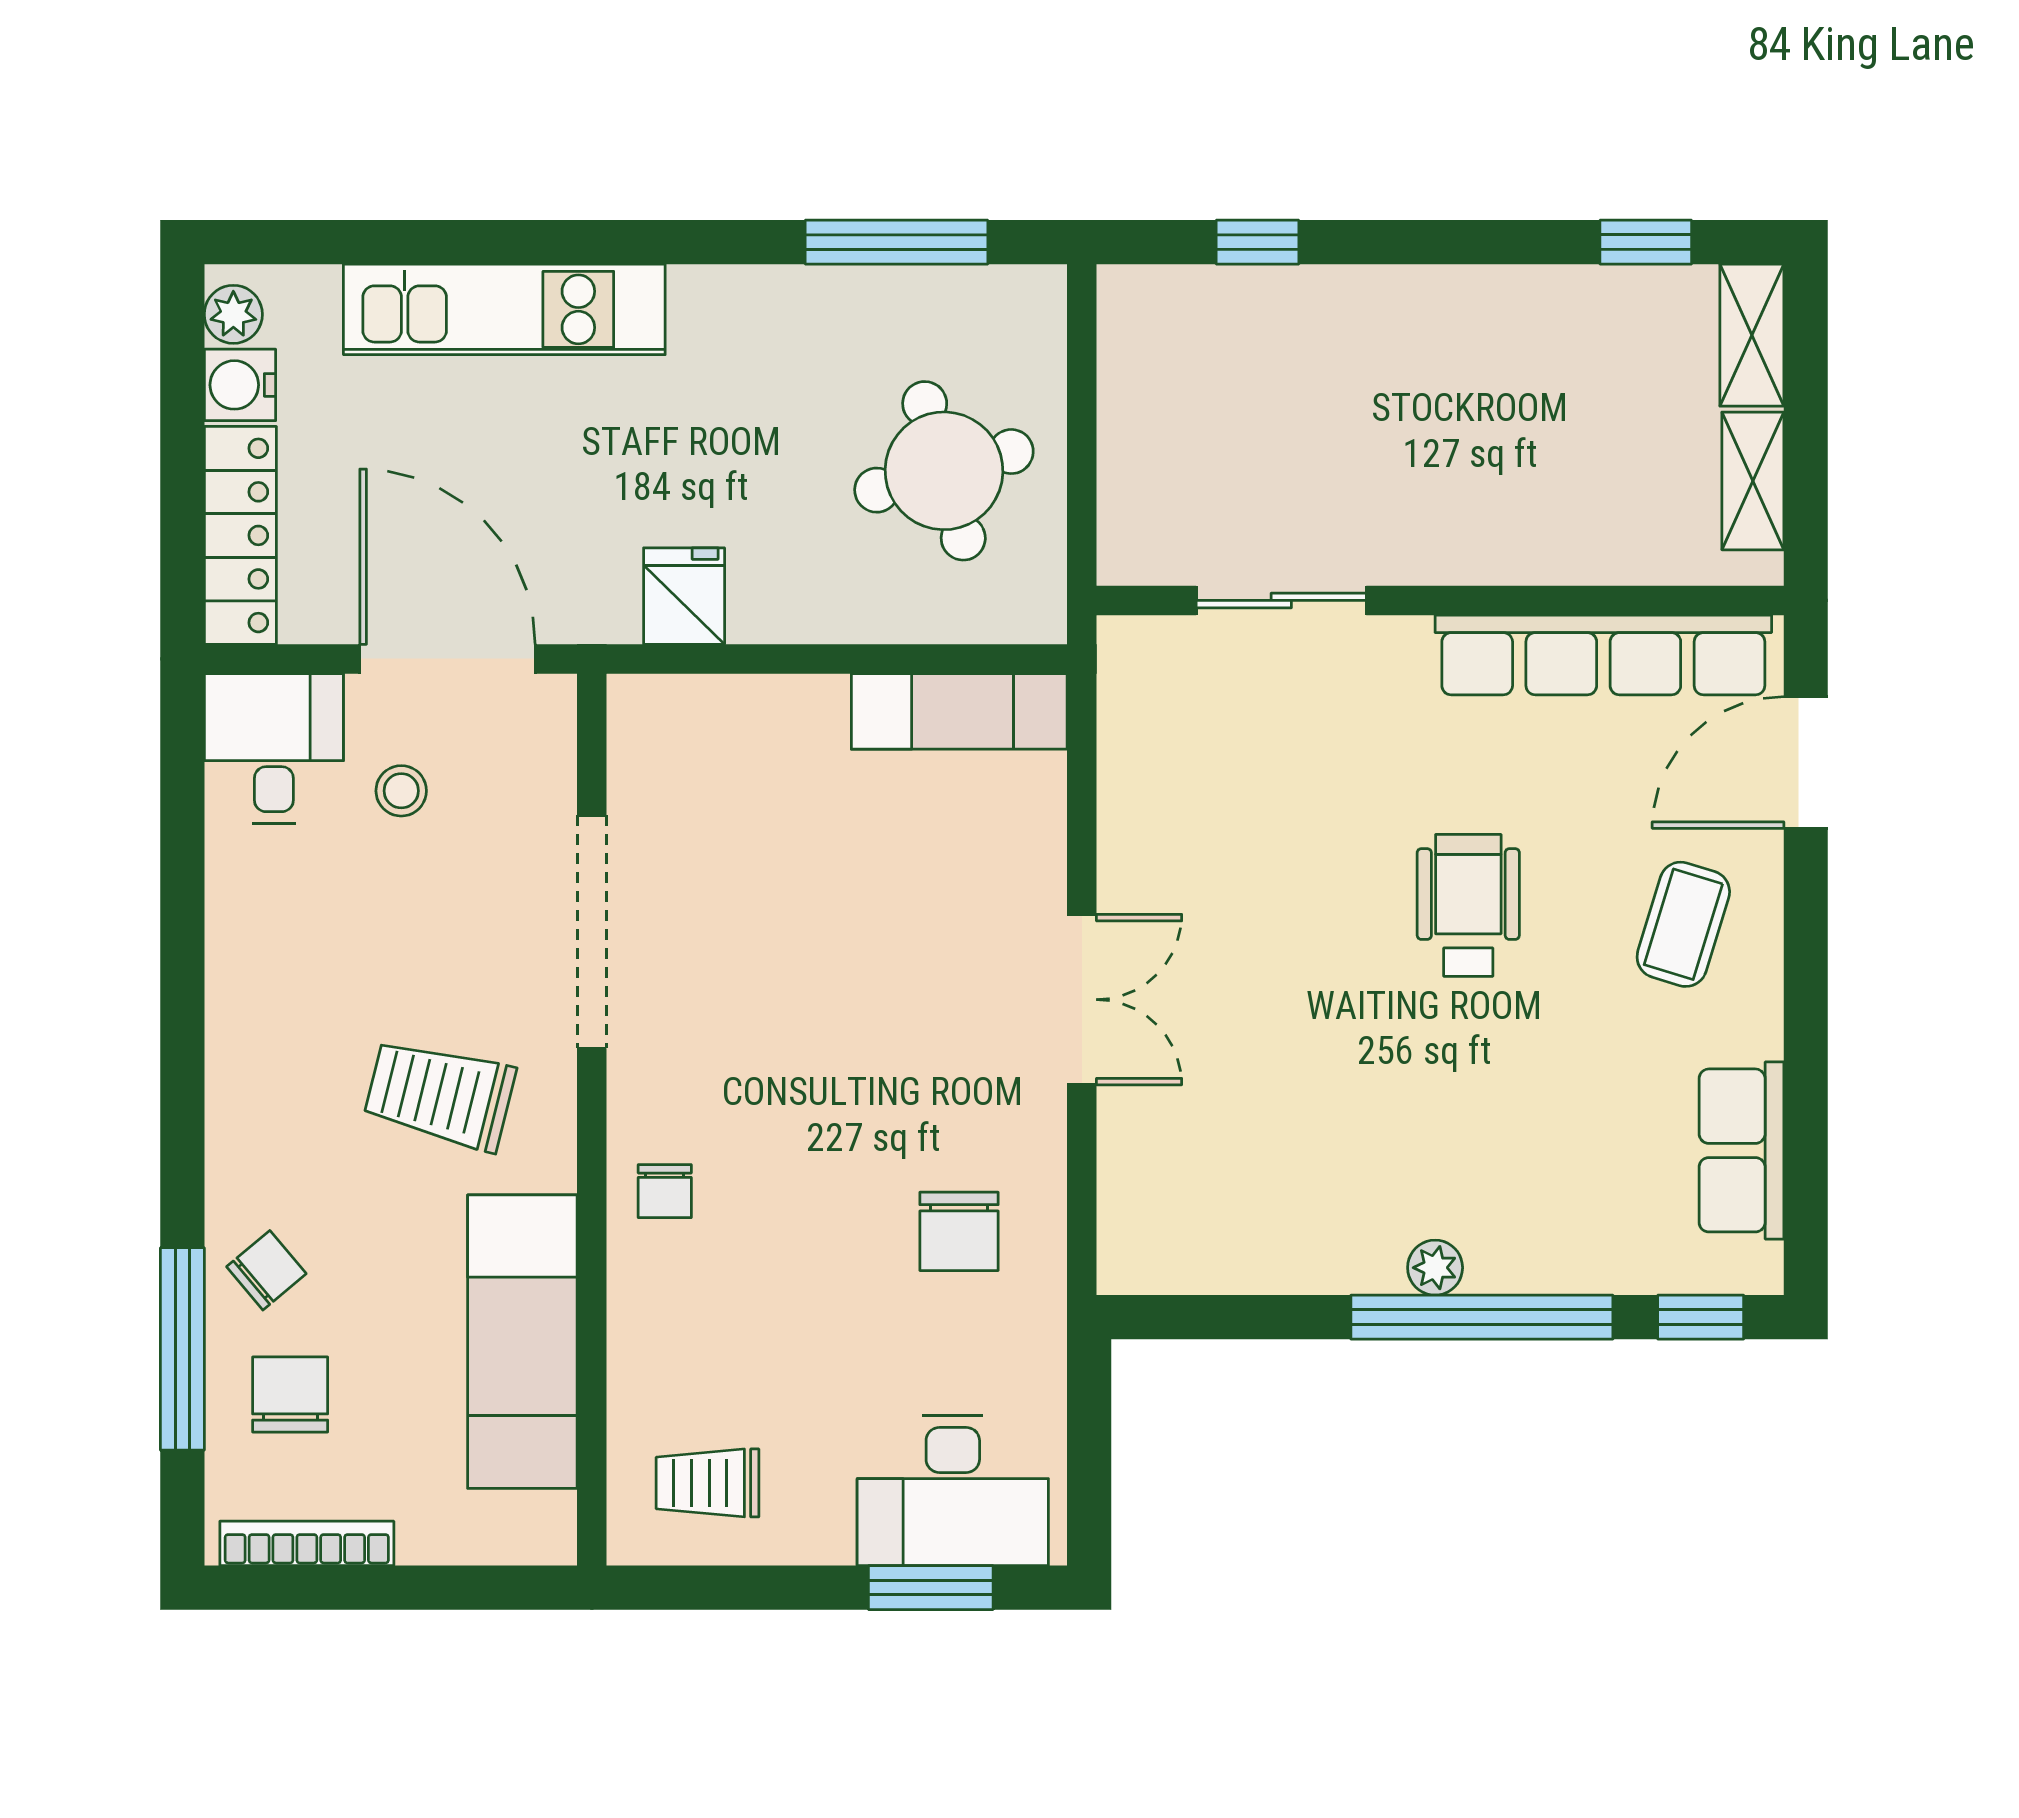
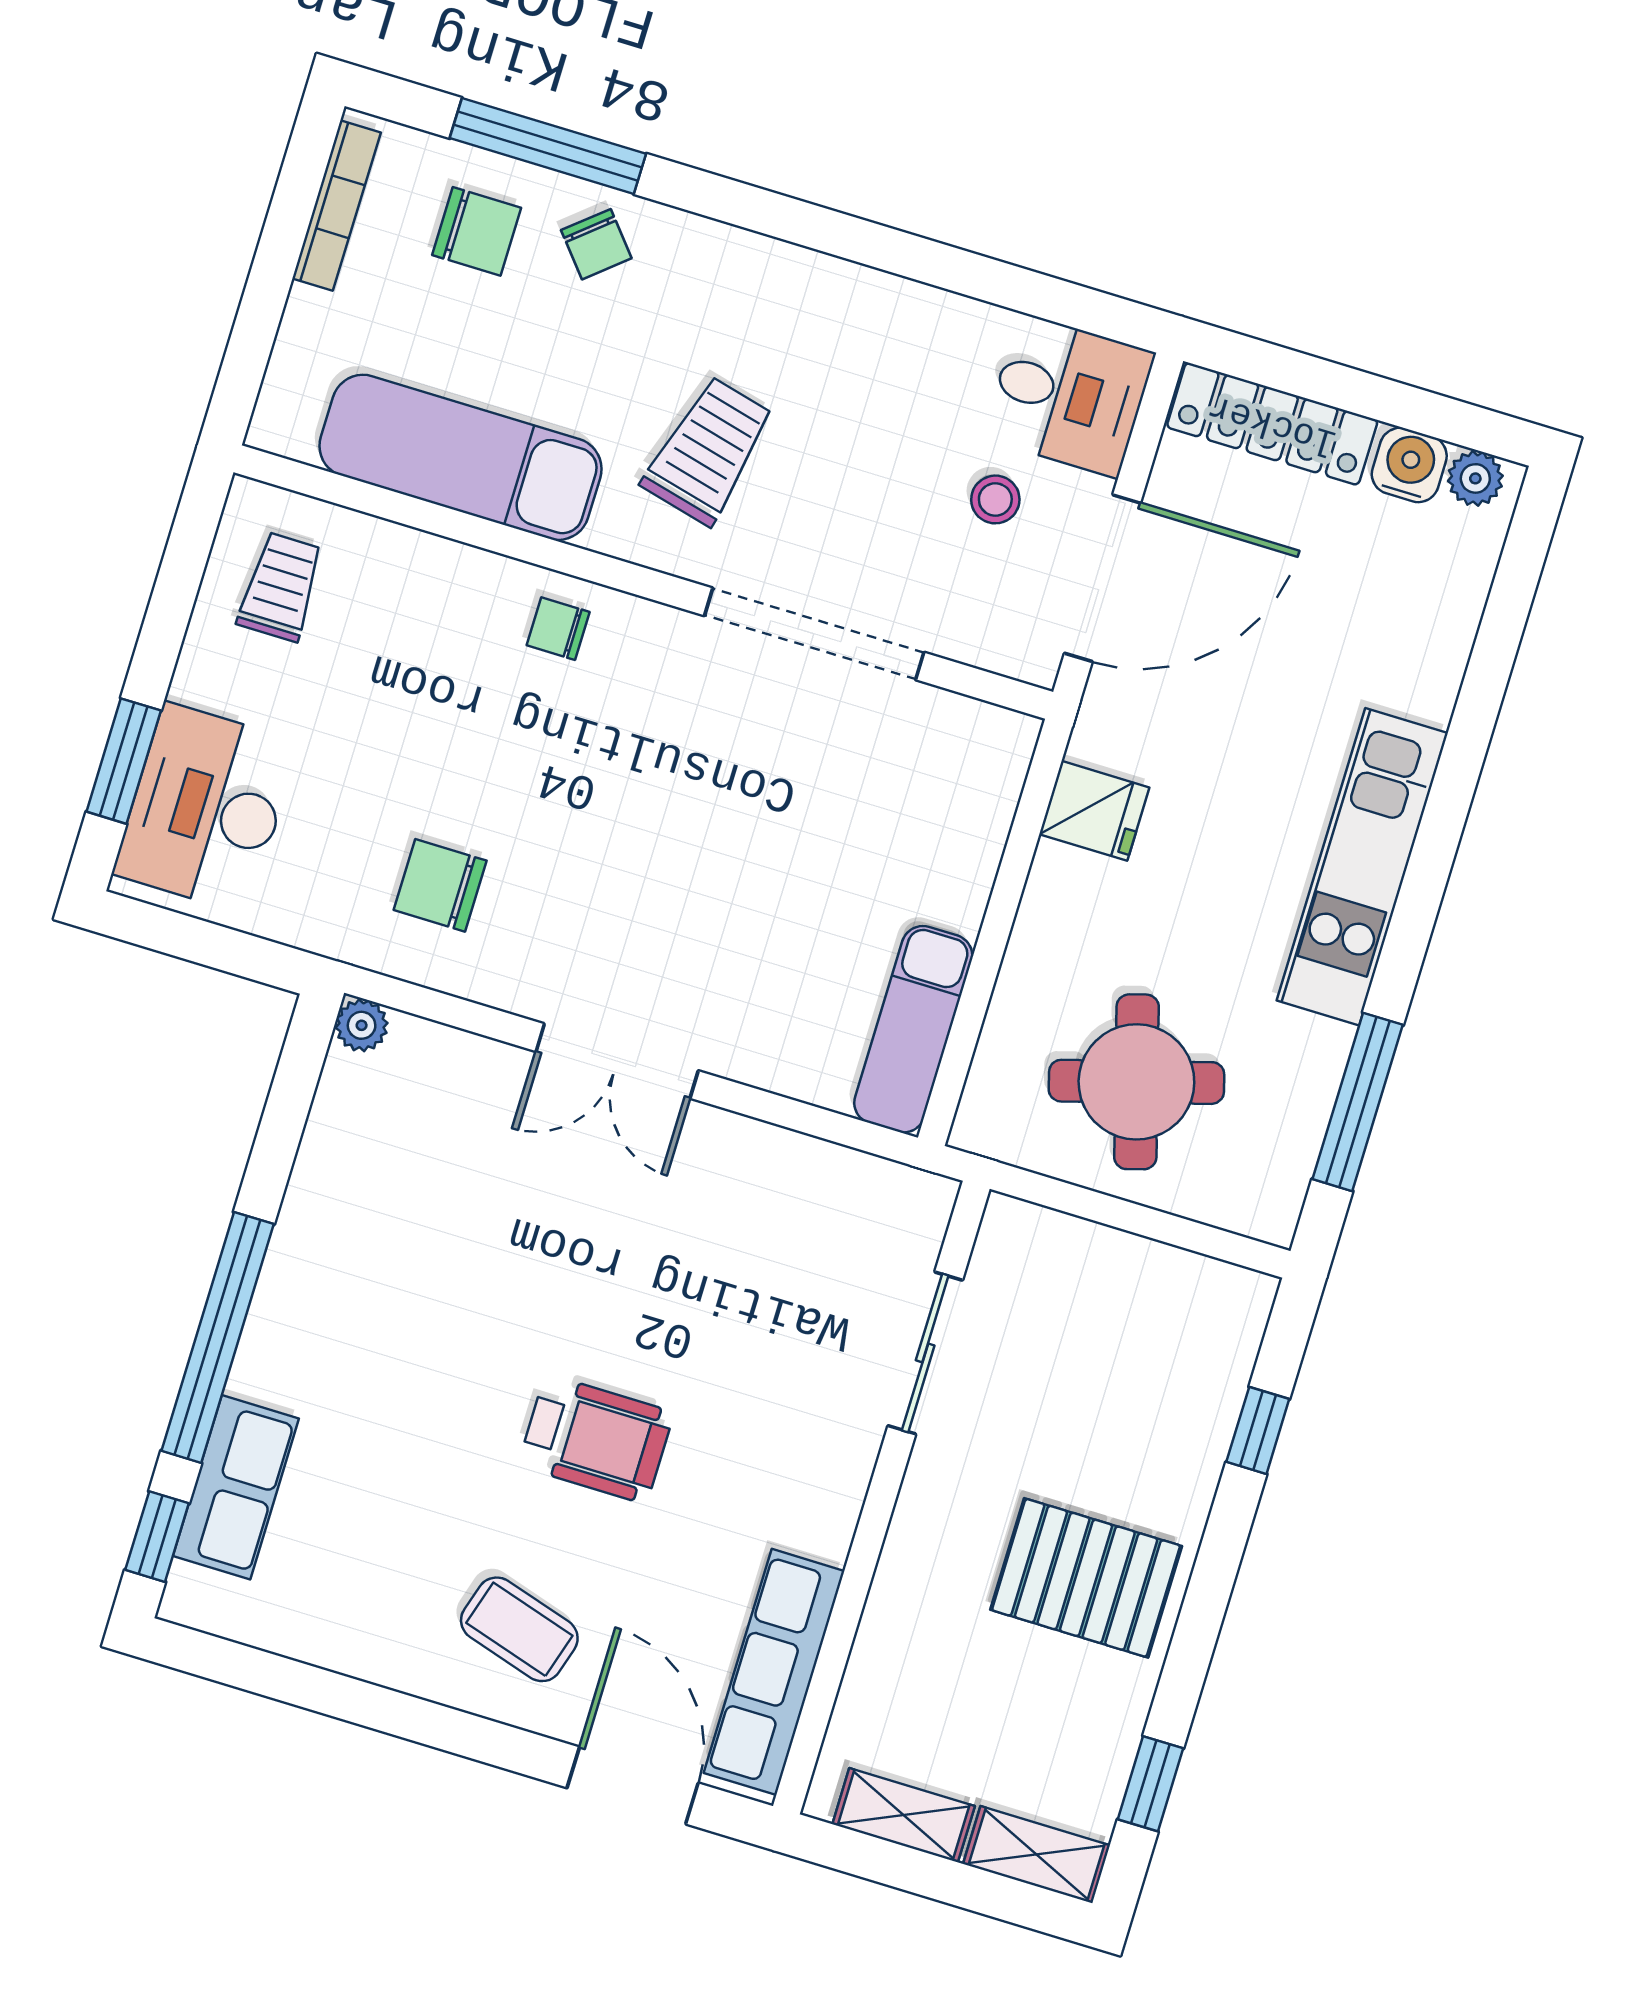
kitchen unit: (504, 309) -> (1362, 867), moved
pallet: (1458, 370) -> (1086, 1578), added
row of seats: (1603, 655) -> (774, 1672), width x0.73
row of seats: (1741, 1150) -> (236, 1487), moved, turned 90
plant: (1435, 1268) -> (362, 1025), moved

